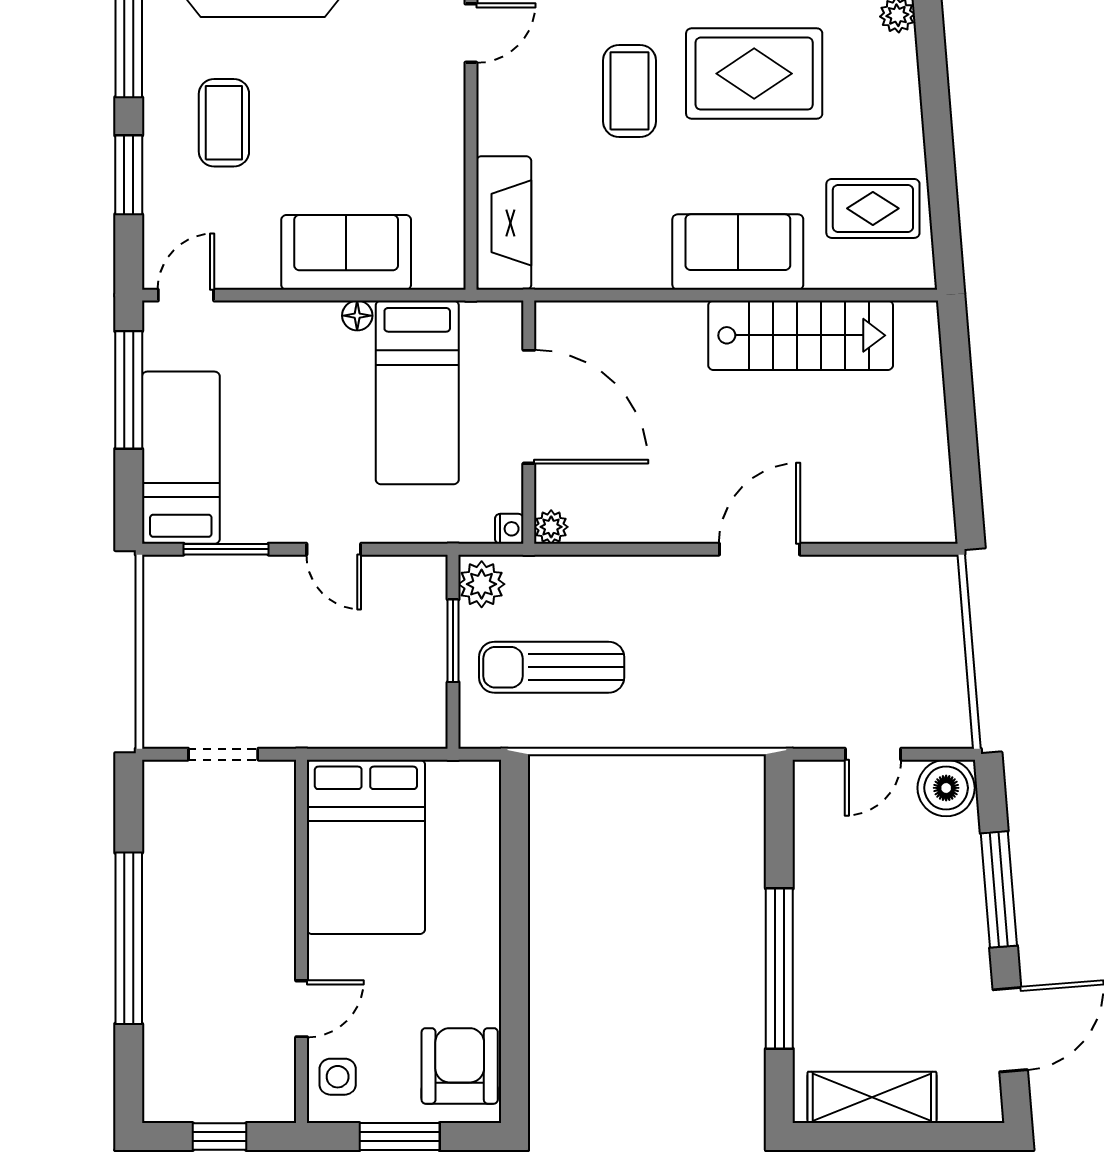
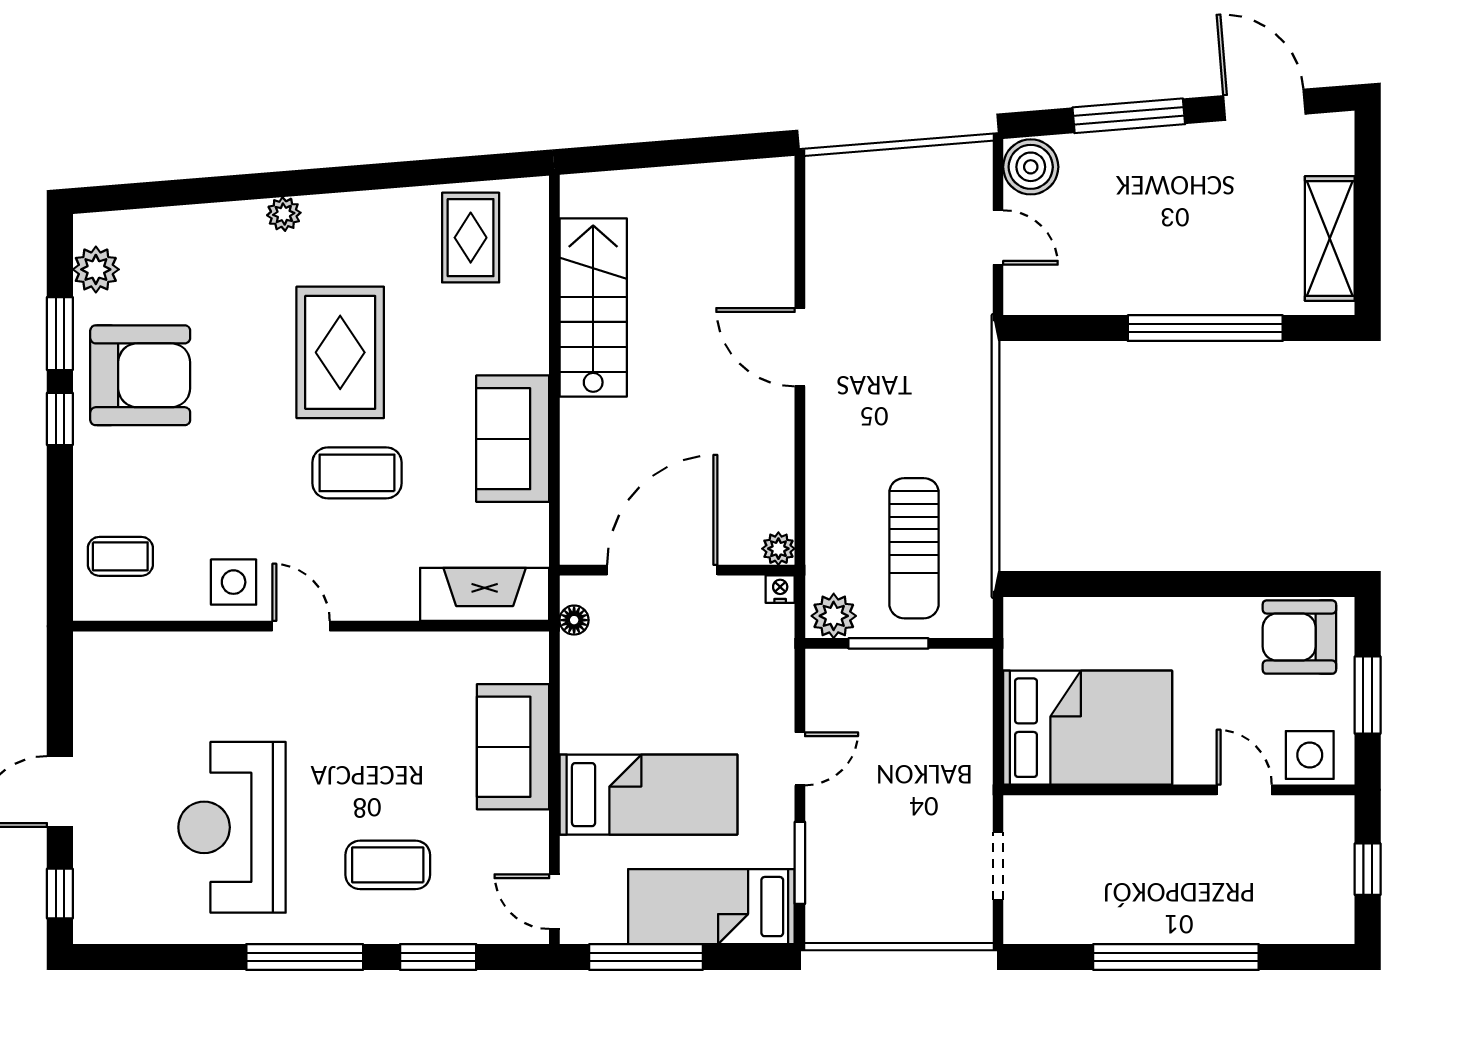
sofa: (738, 252) -> (513, 439), moved
floor lamp: (357, 316) -> (574, 620), moved
bed: (417, 392) -> (648, 795), moved
side table: (338, 1077) -> (1310, 755), width x1.37, depth x1.37

